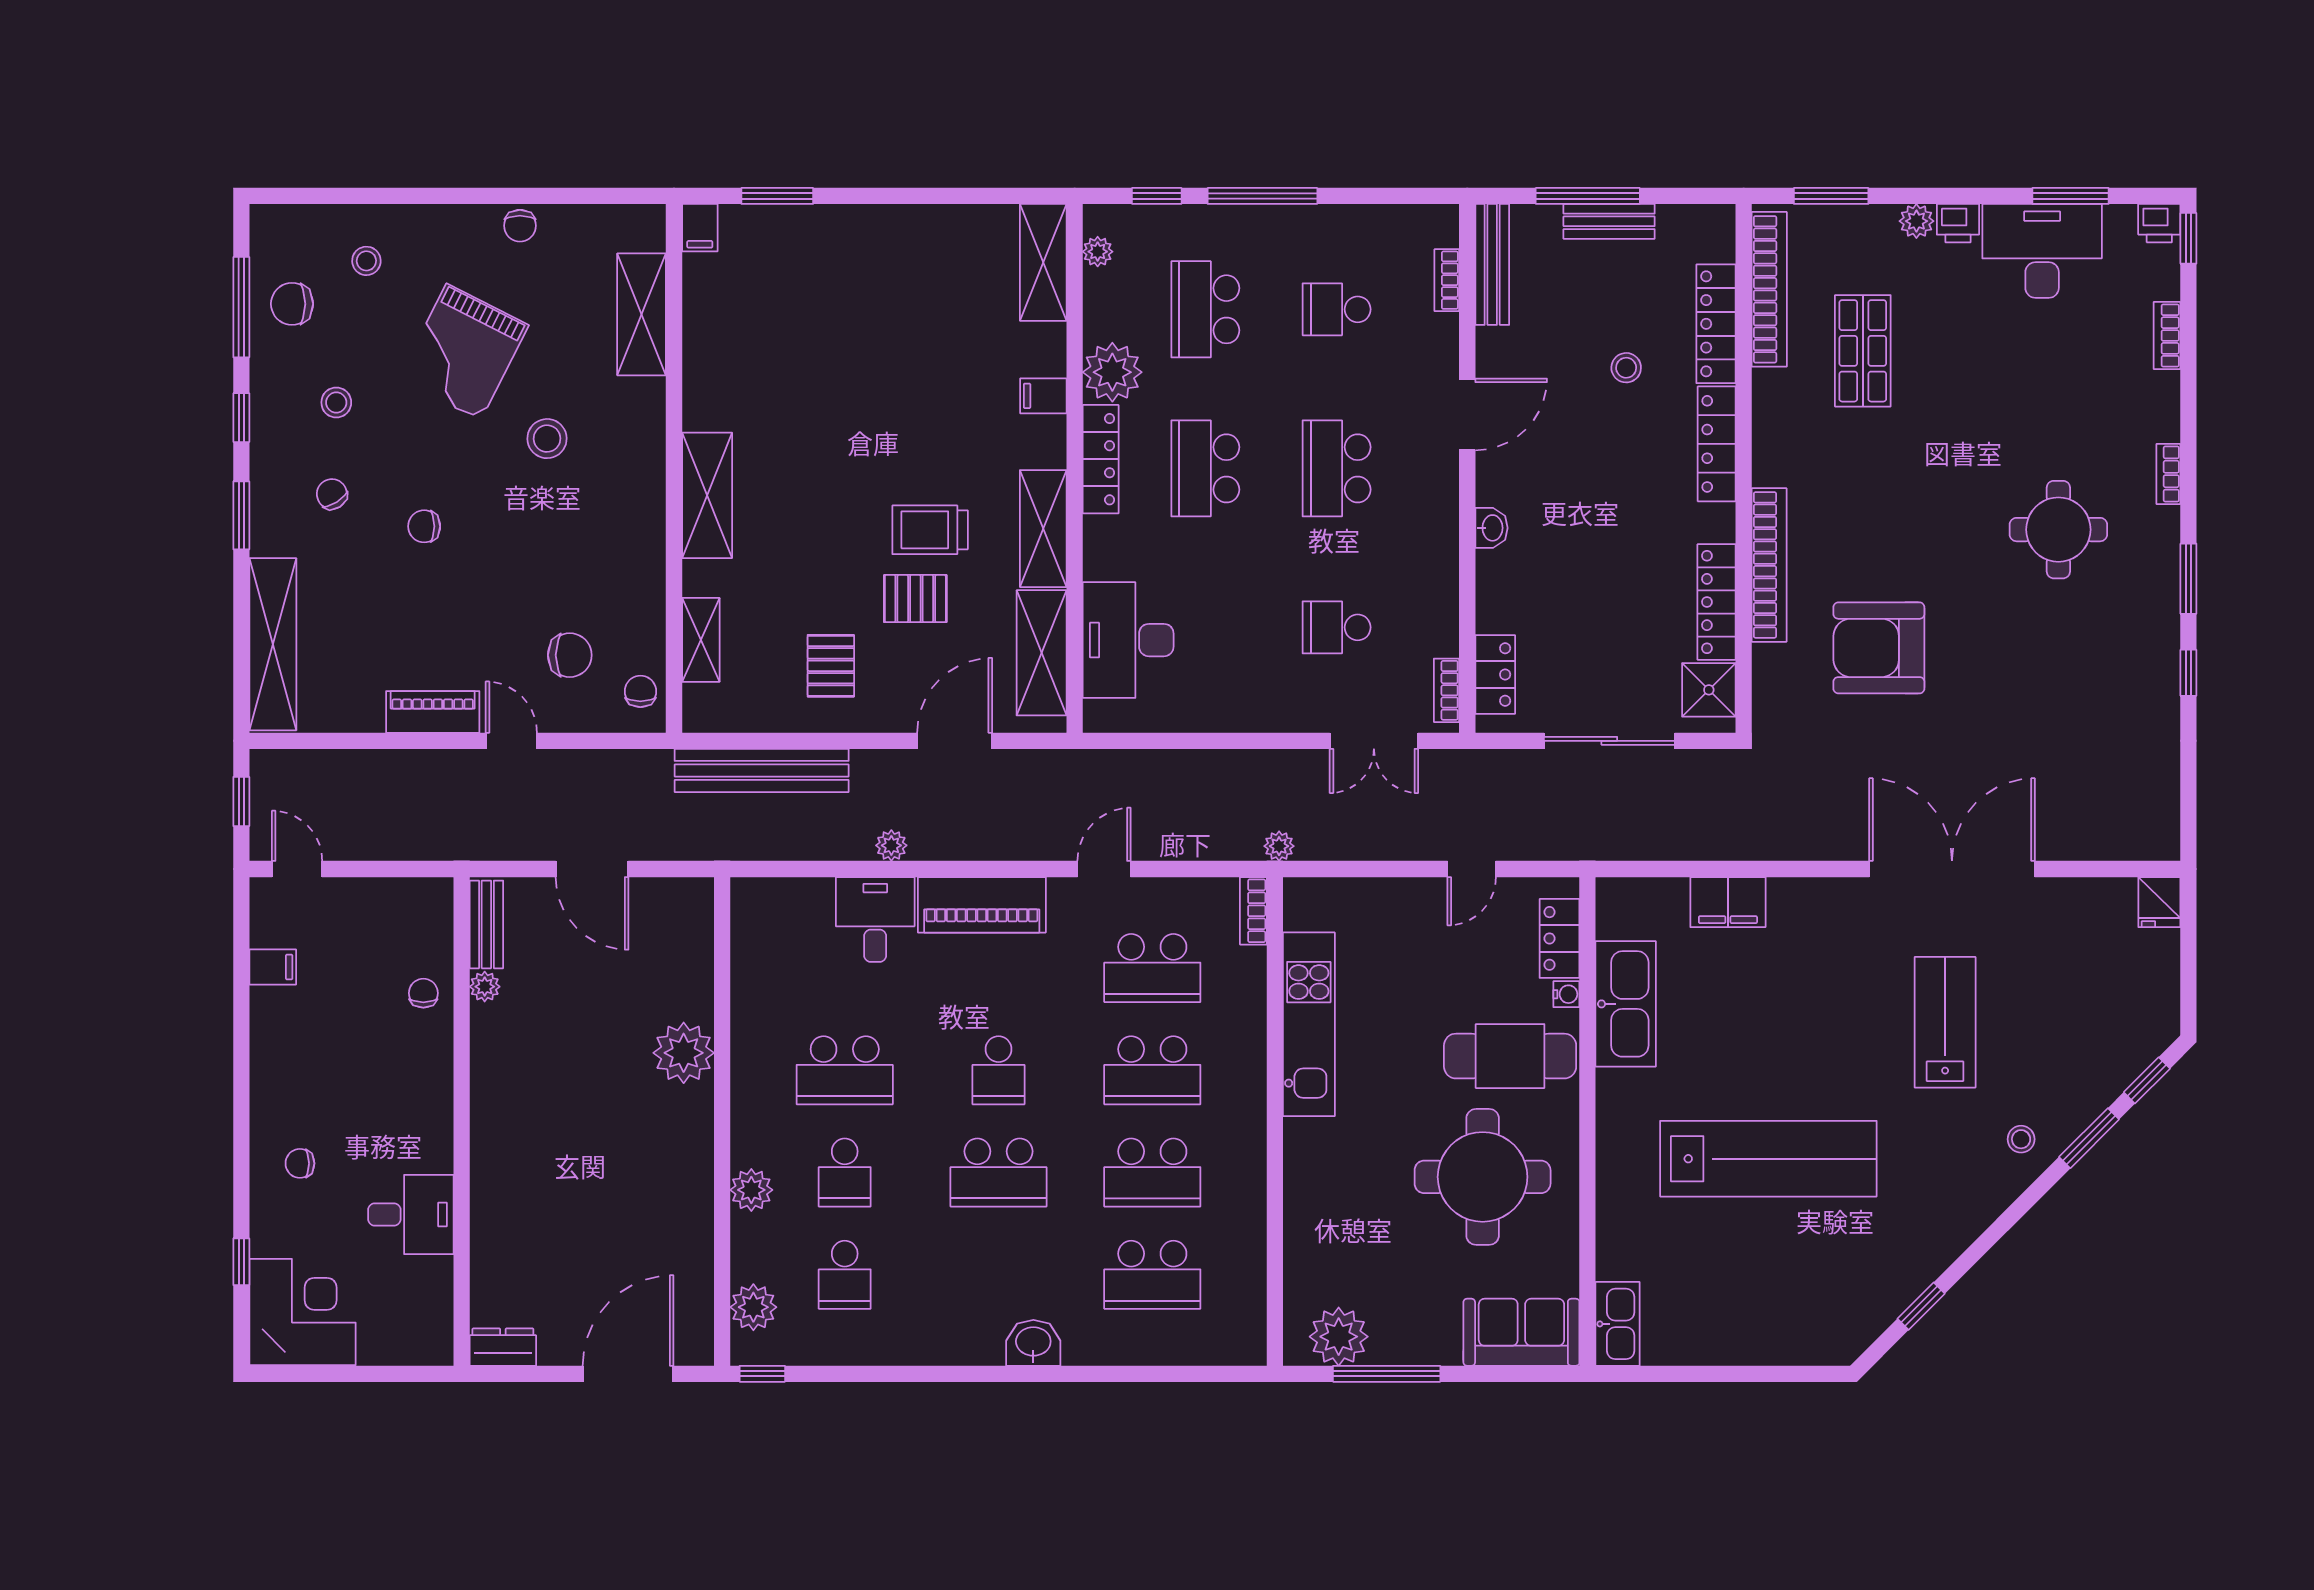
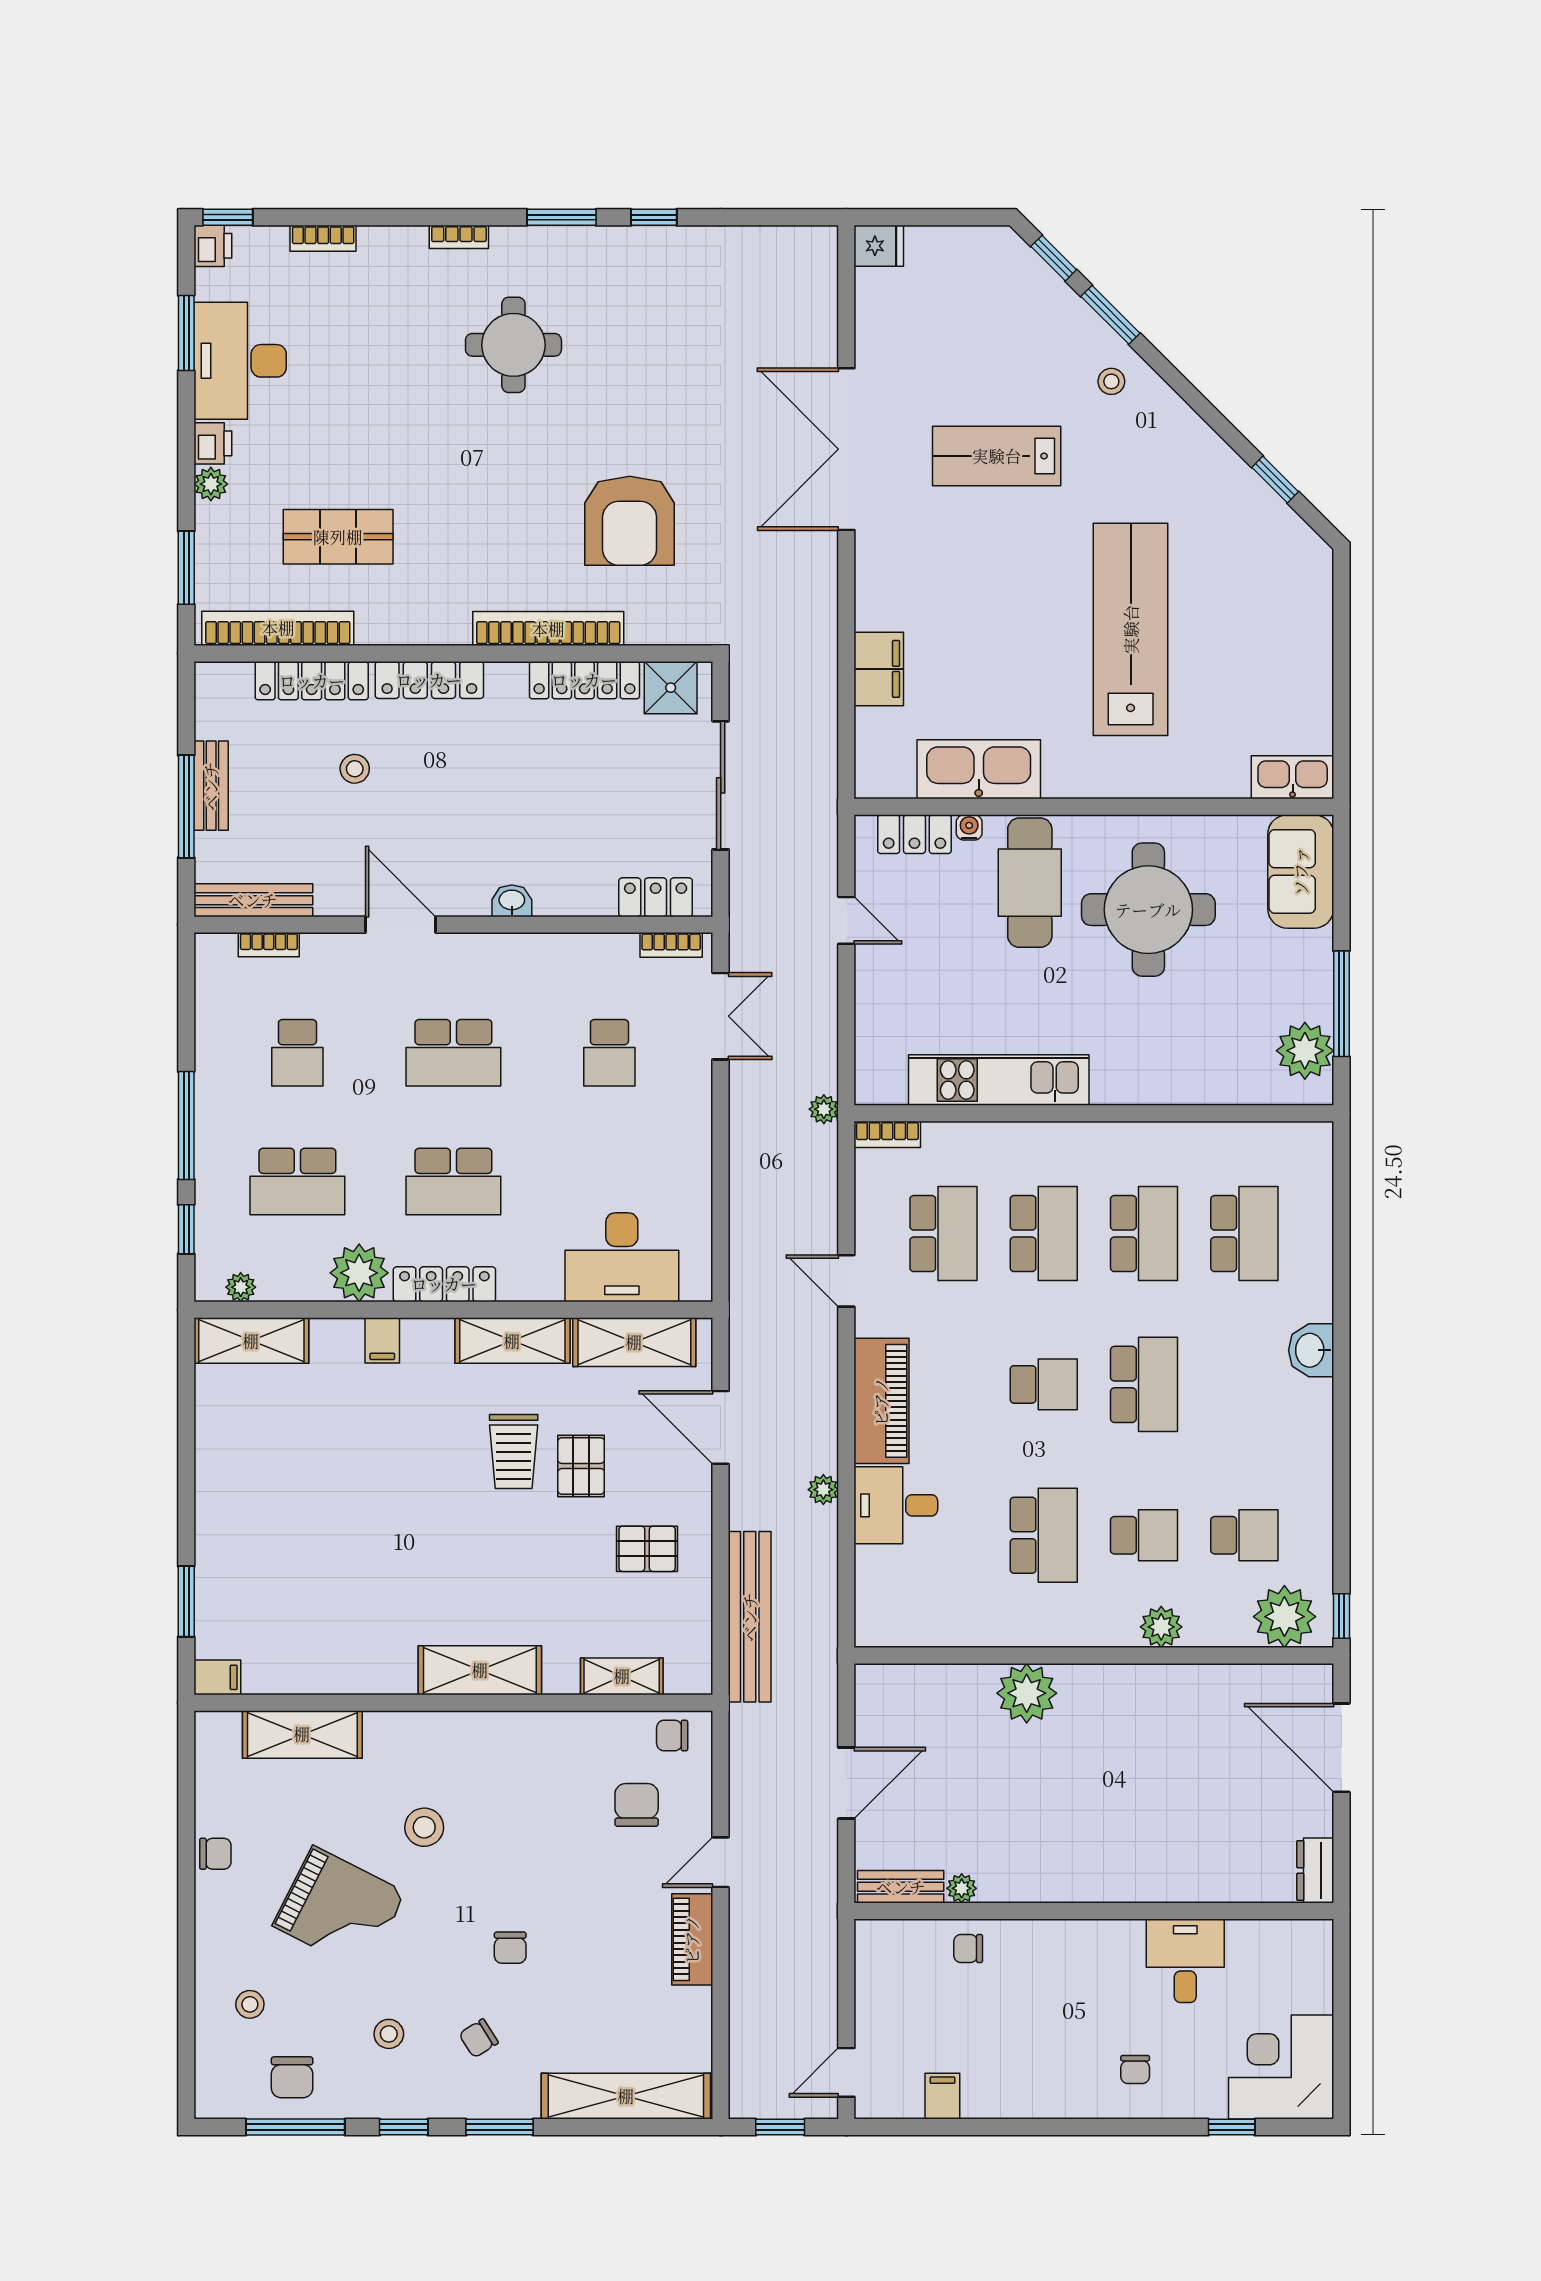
plant: (753, 1307) -> (1284, 1617), width x1.36, depth x1.36

